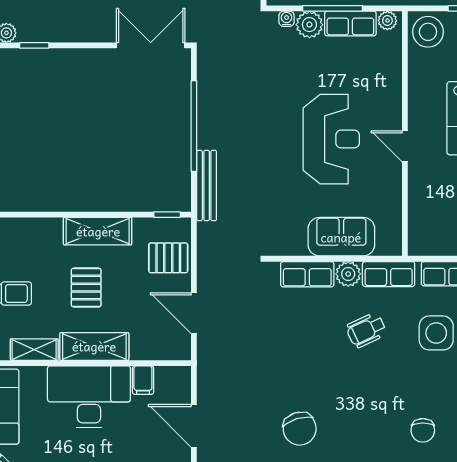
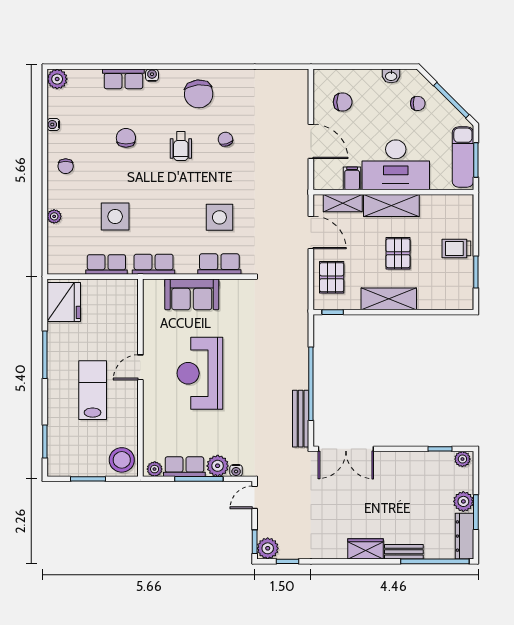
door: (405, 146) -> (140, 367), swing flipped
bench: (207, 185) -> (301, 419), moved
pallet: (168, 258) -> (332, 277), turned 90
plant: (348, 274) -> (186, 264), removed
wheelchair: (366, 330) -> (181, 146), moved, turned 115
side table: (307, 332) -> (219, 217), added
shelving: (34, 350) -> (343, 203), moved
chair: (300, 429) -> (225, 139), width x0.54, depth x0.54

